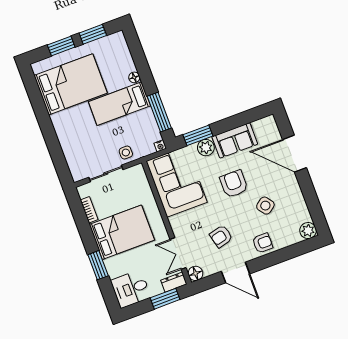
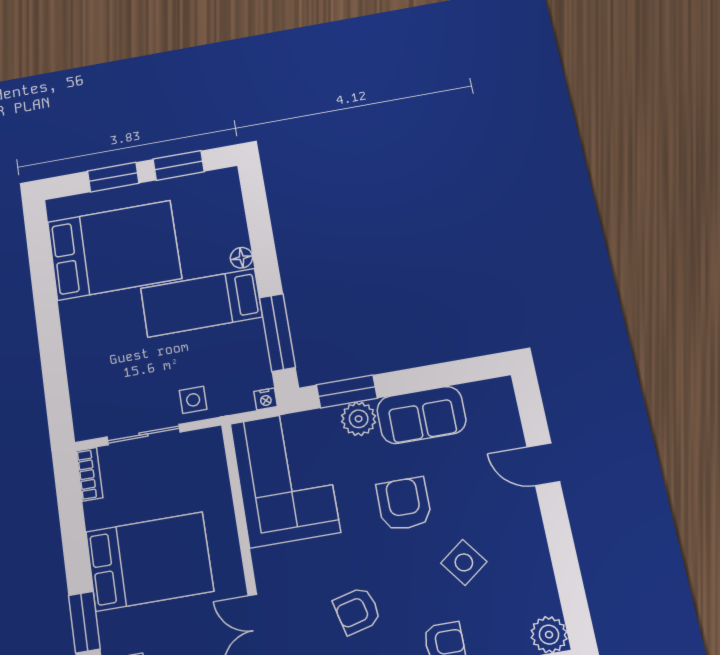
door: (294, 154) -> (543, 464), width x0.53
bookcase: (89, 210) -> (89, 474), moved

